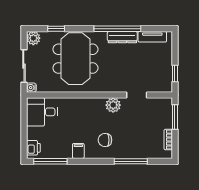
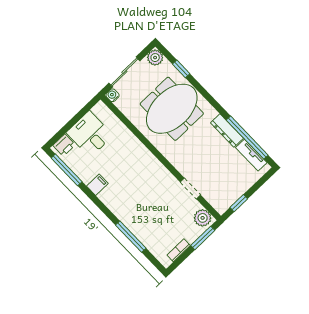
window: (117, 29) -> (247, 138), moved
plant: (113, 105) -> (203, 218), moved
desk: (42, 112) -> (90, 134), moved
chair: (105, 140) -> (128, 198), removed

